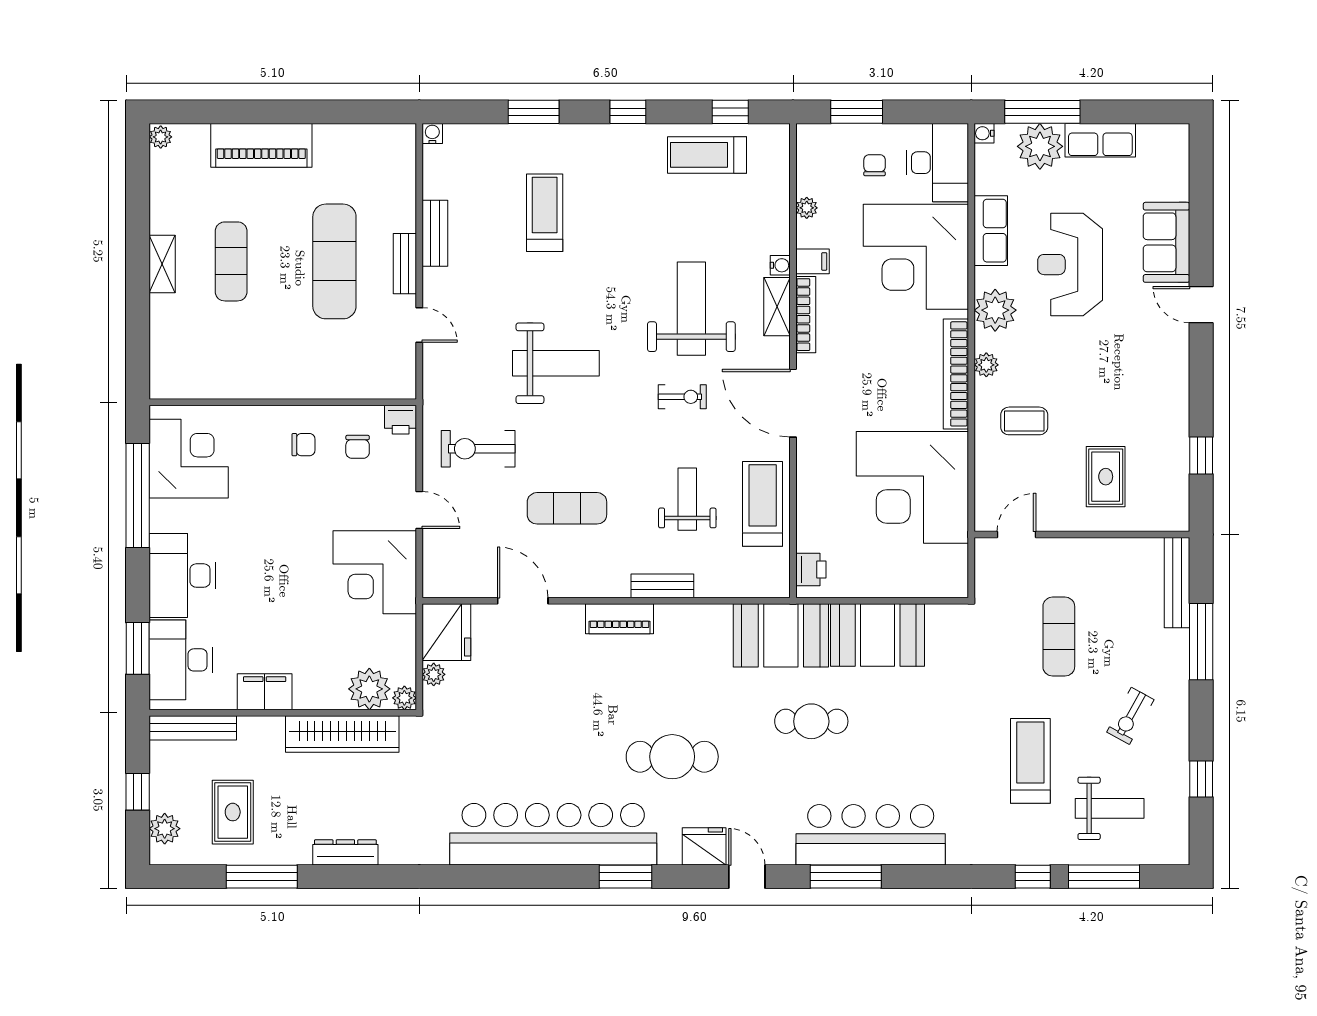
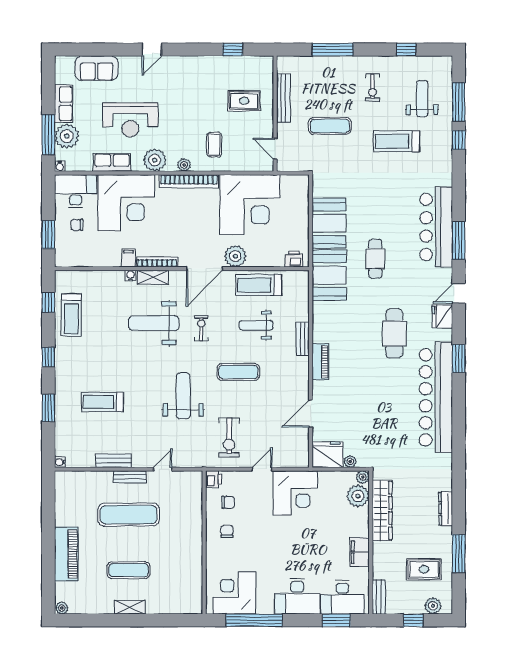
plant: (807, 208) -> (235, 256), moved, width x1.88, depth x1.88
sofa: (1166, 242) -> (97, 68), moved
exercise mat: (567, 508) -> (238, 372), moved, turned 90
bench: (1177, 583) -> (283, 98), moved, turned 90
exercise bike: (1130, 716) -> (372, 88), turned 61
bench: (193, 728) -> (379, 597), width x0.73

